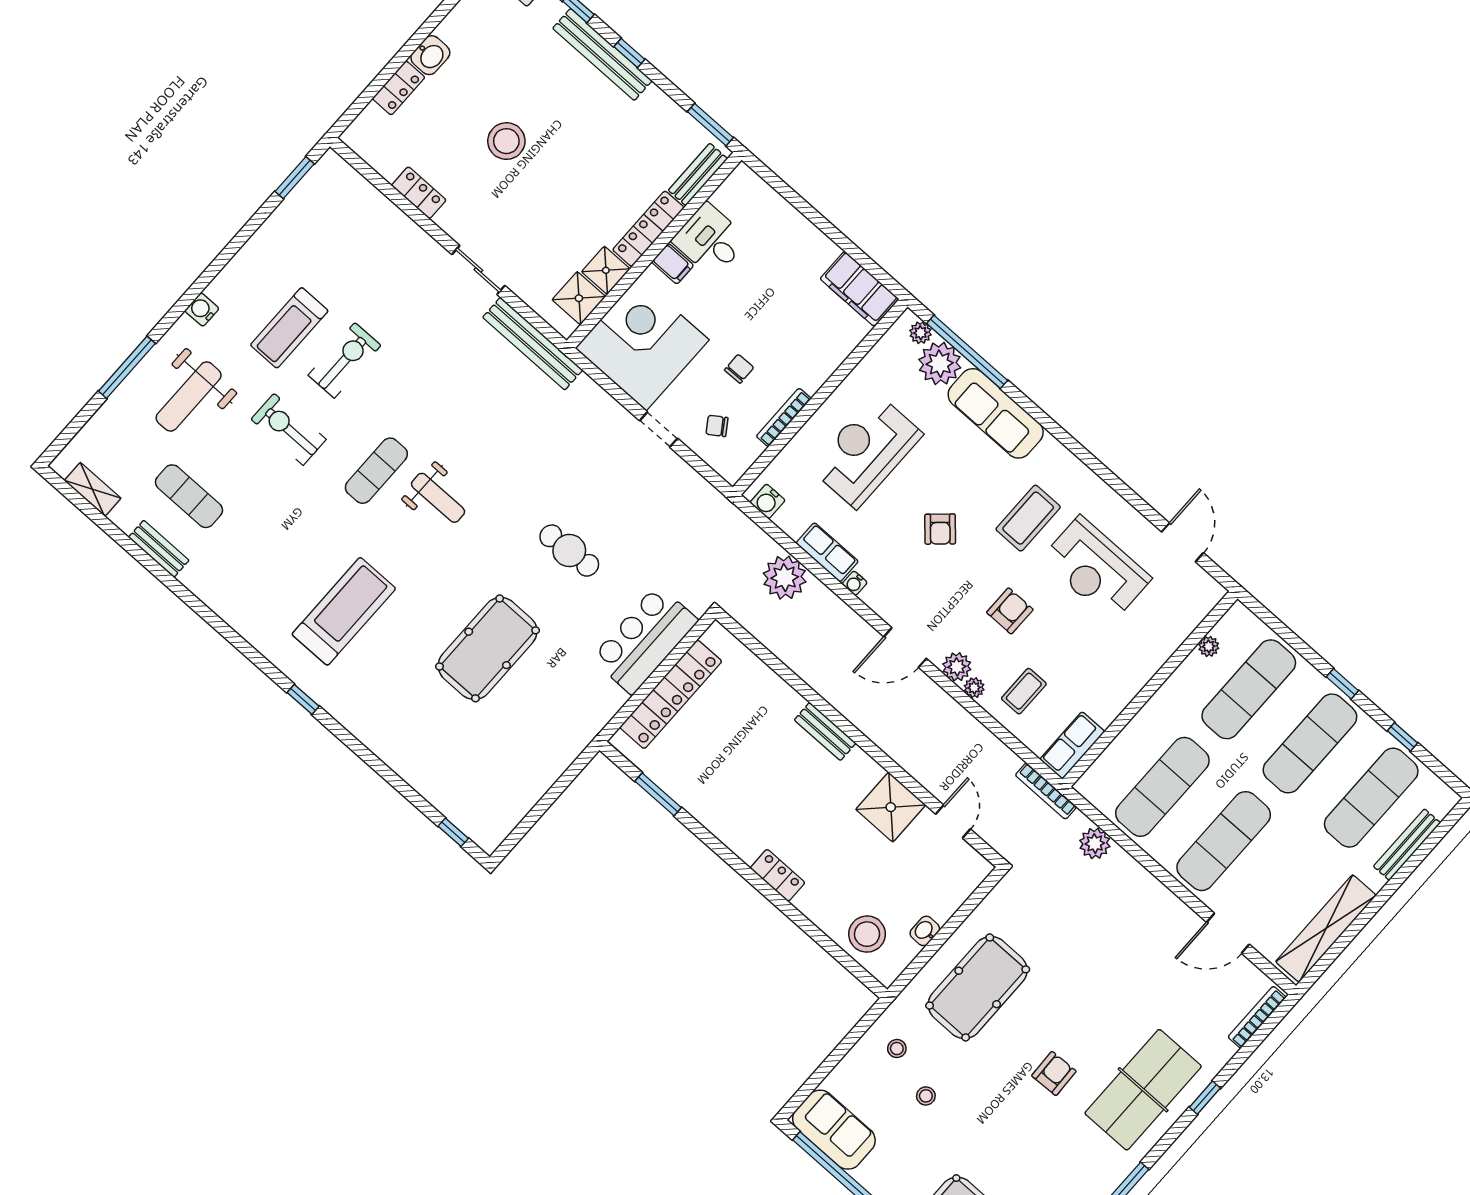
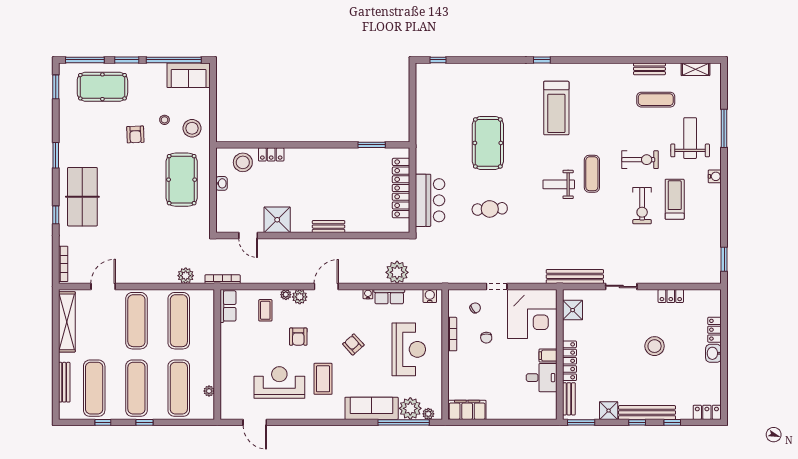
shower: (606, 270) -> (609, 411), moved
locker: (778, 875) -> (271, 154), moved
stool: (897, 1049) -> (192, 128), width x1.89, depth x1.89
armchair: (1054, 1073) -> (135, 134), moved

